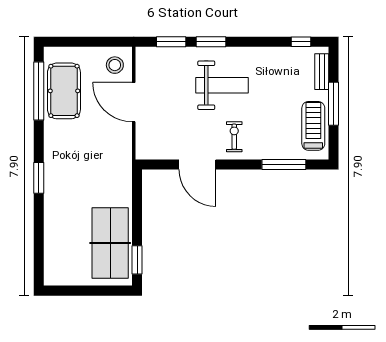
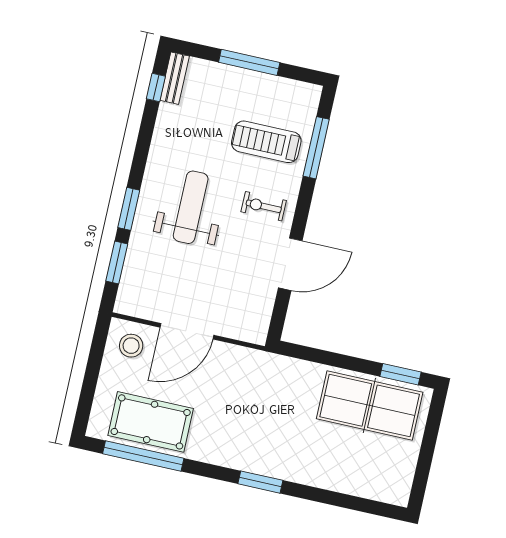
bench: (322, 72) -> (175, 78), moved, turned 90
treadmill: (313, 126) -> (266, 142), moved

